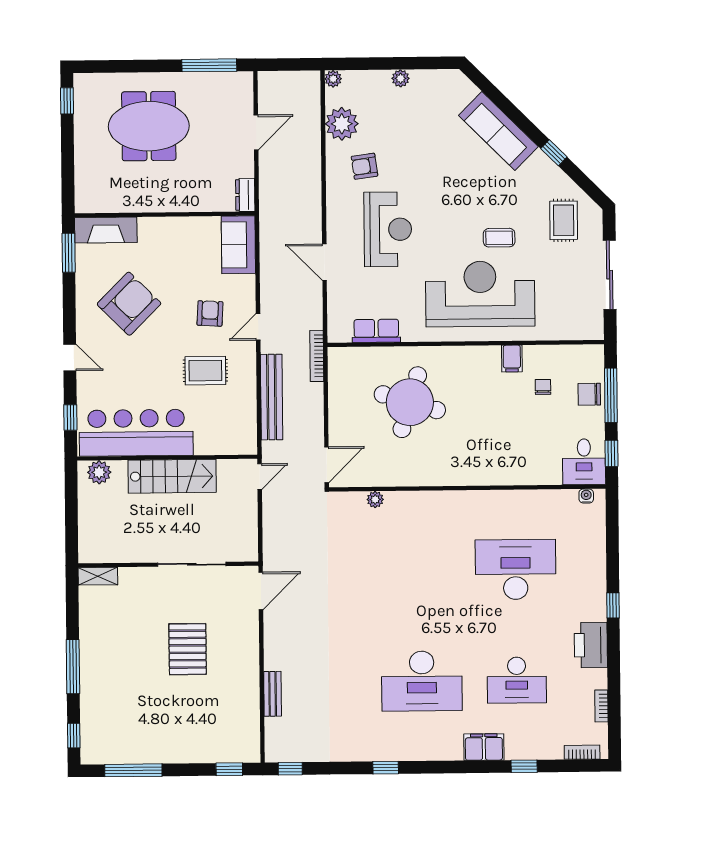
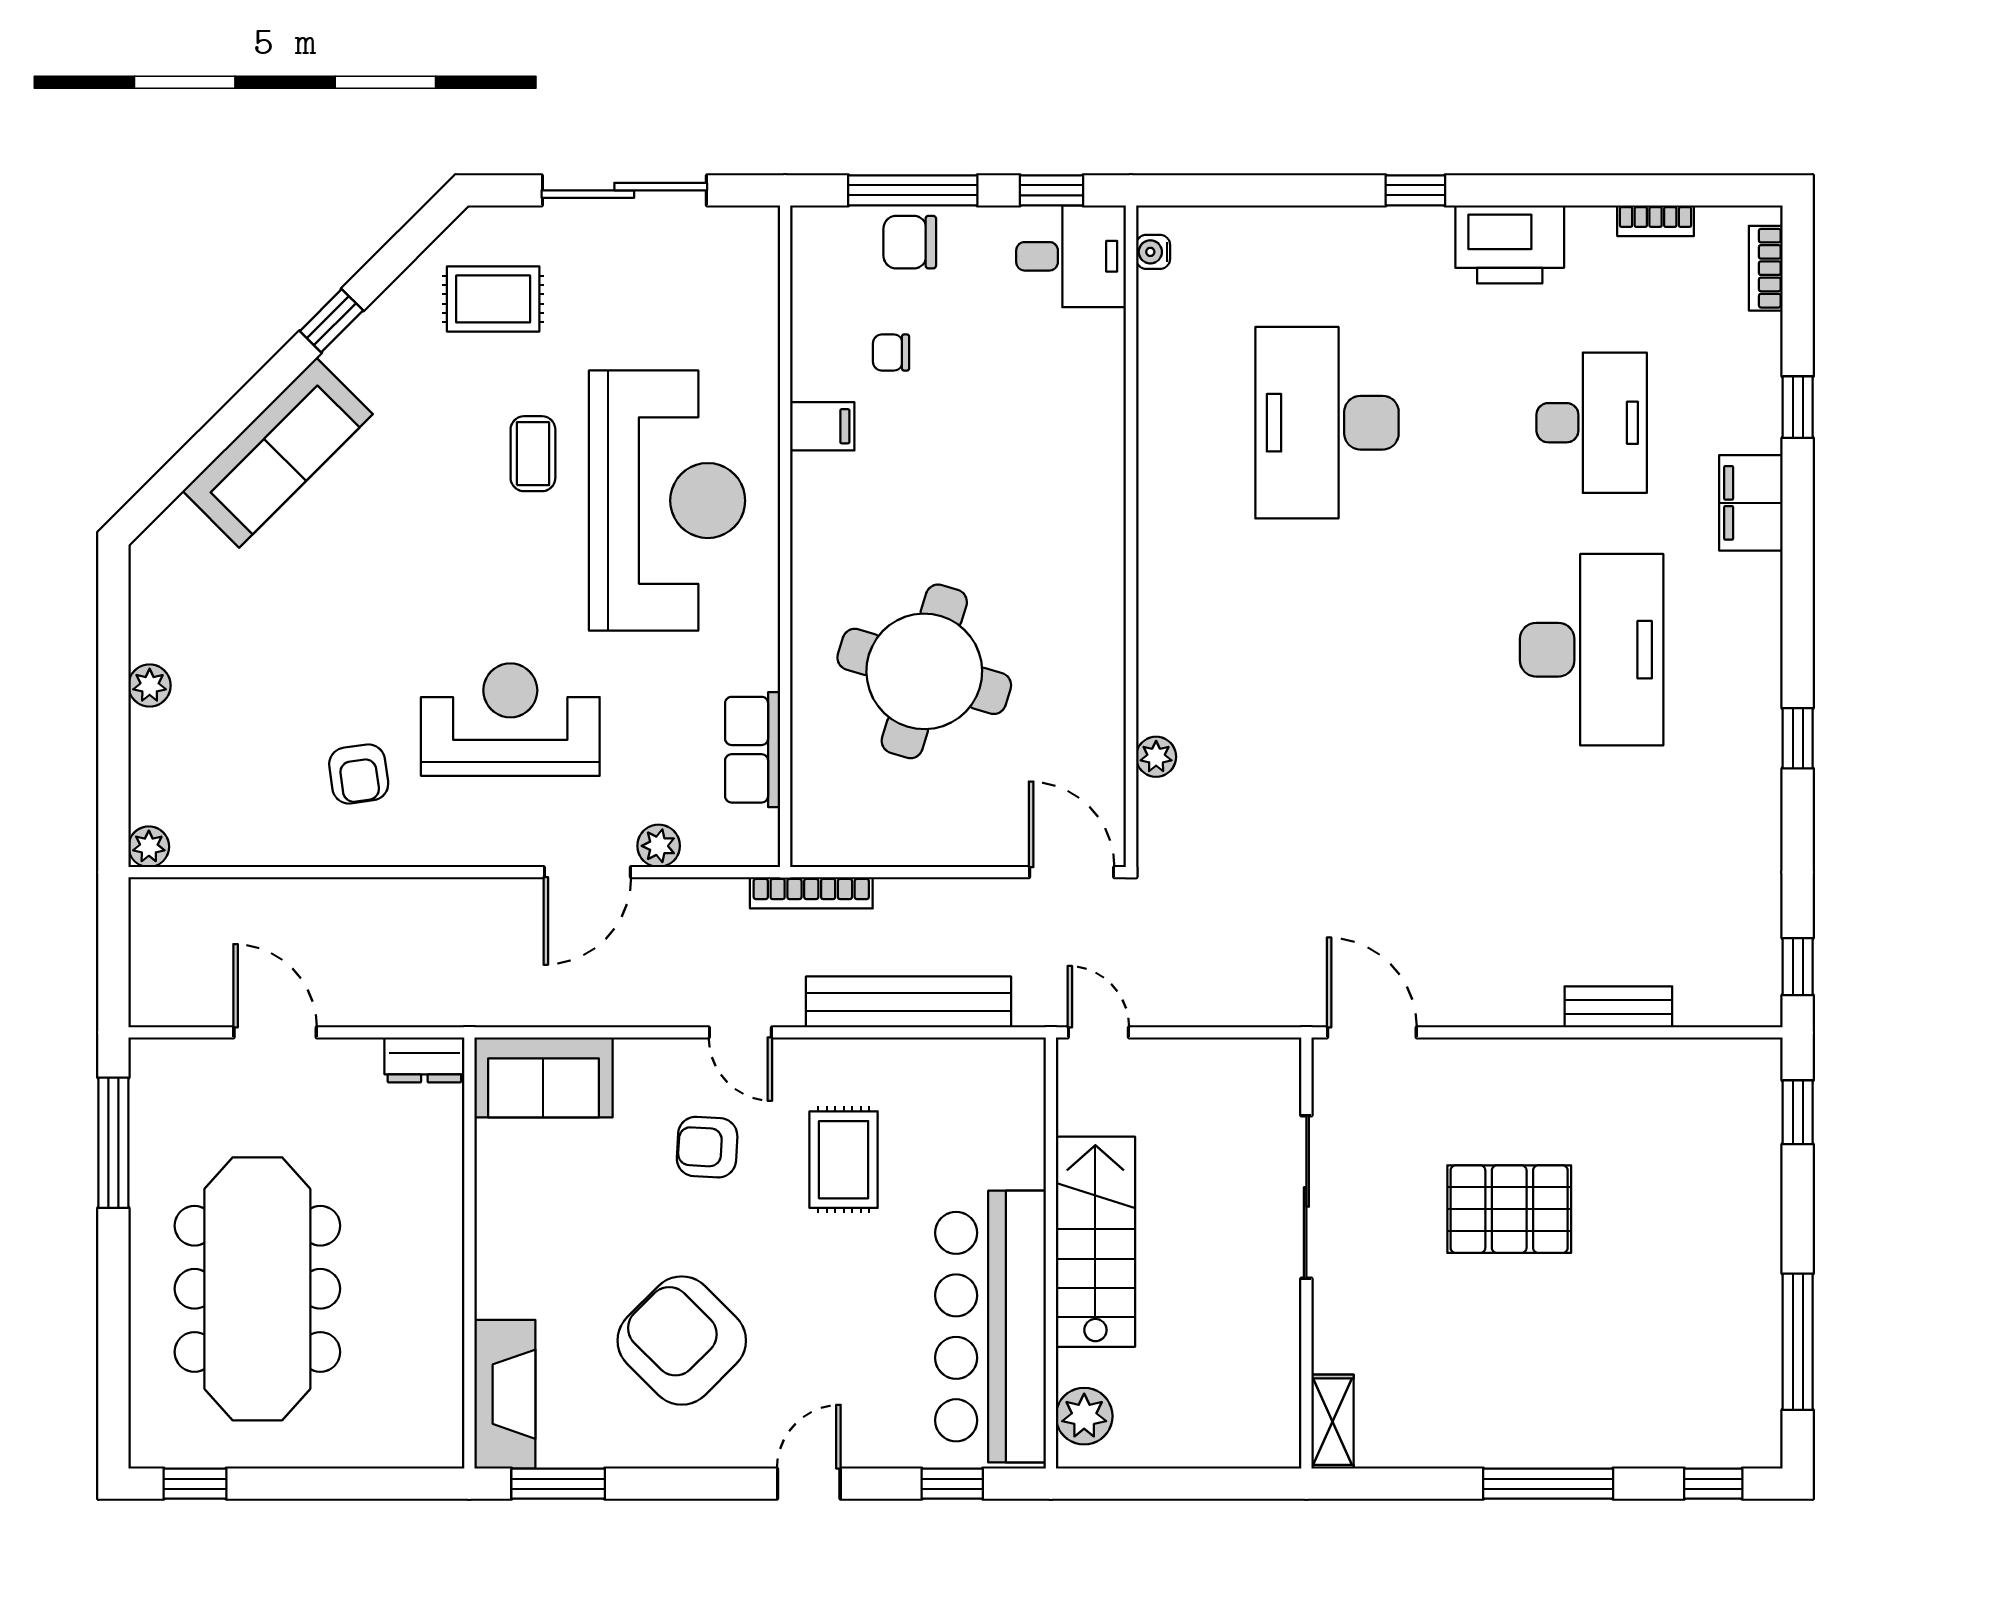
plant: (342, 124) -> (659, 846), moved, width x0.53, depth x0.53
meeting table: (149, 126) -> (257, 1289), width x1.36
reception desk: (480, 294) -> (667, 501), turned 180
chair: (589, 394) -> (910, 242), turned 90

